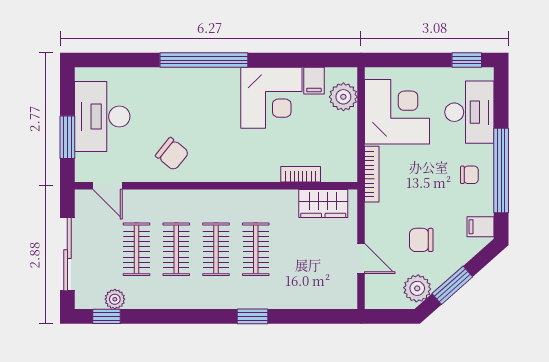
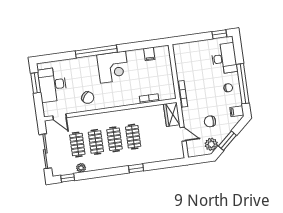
plant: (343, 97) -> (164, 60), removed
corner desk: (271, 98) -> (113, 67), moved
corner desk: (397, 112) -> (190, 63), removed
window: (67, 137) -> (36, 83), moved
wardrobe: (323, 204) -> (172, 114), moved, turned 90
plant: (115, 299) -> (81, 168), moved

